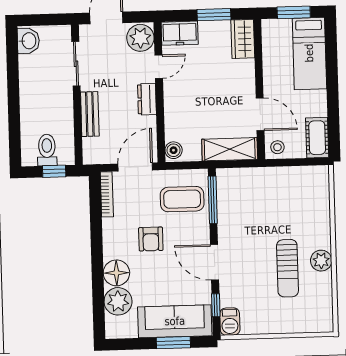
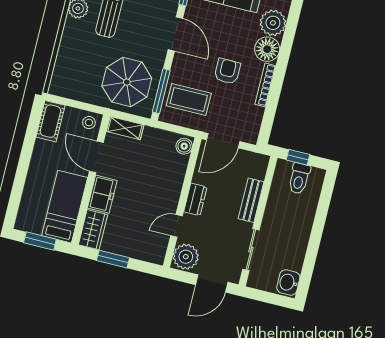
freezer: (180, 33) -> (102, 194), moved, turned 90
bed: (309, 53) -> (65, 207), moved
shelving: (230, 149) -> (125, 128), width x0.67, depth x0.75
bookcase: (107, 194) -> (265, 85), moved
parasol: (250, 199) -> (127, 82), added

